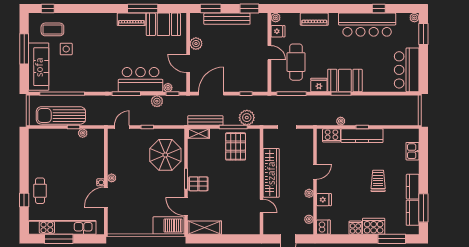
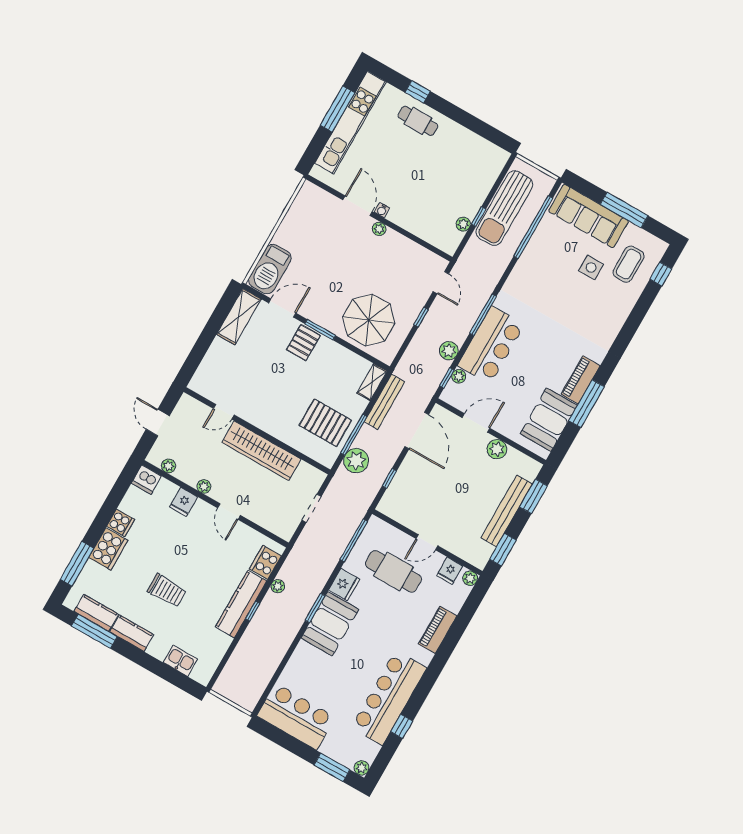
sun lounger: (61, 115) -> (504, 208), turned 180

